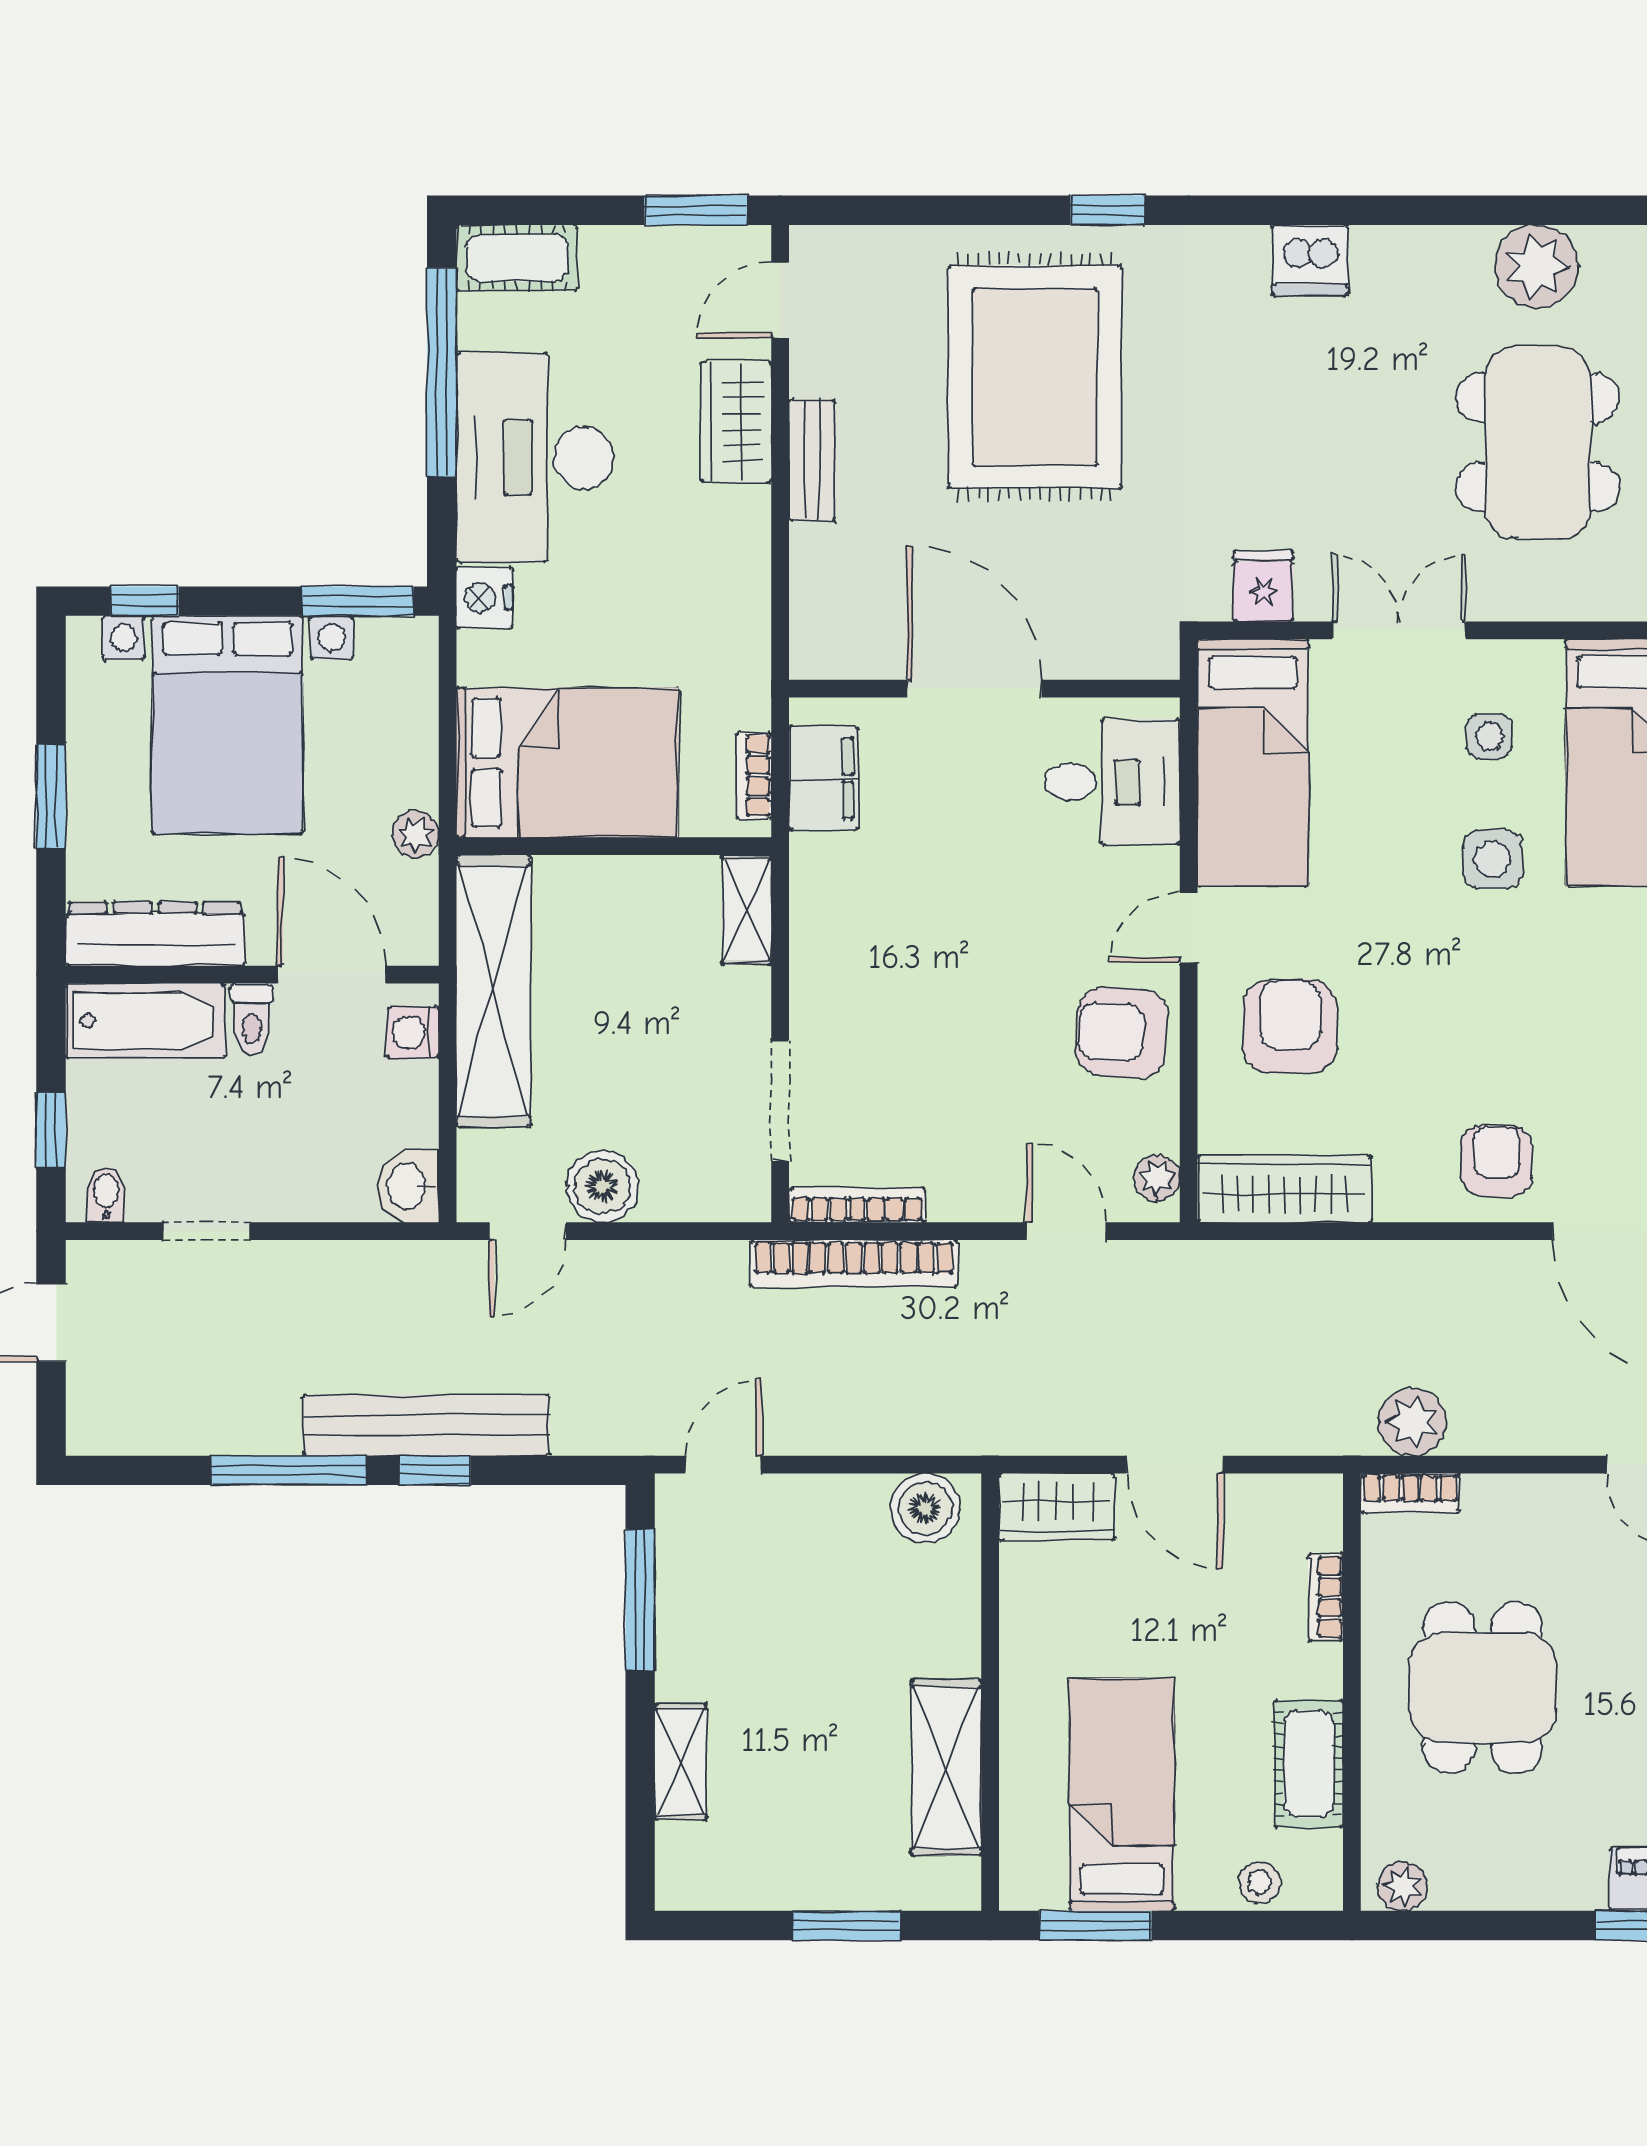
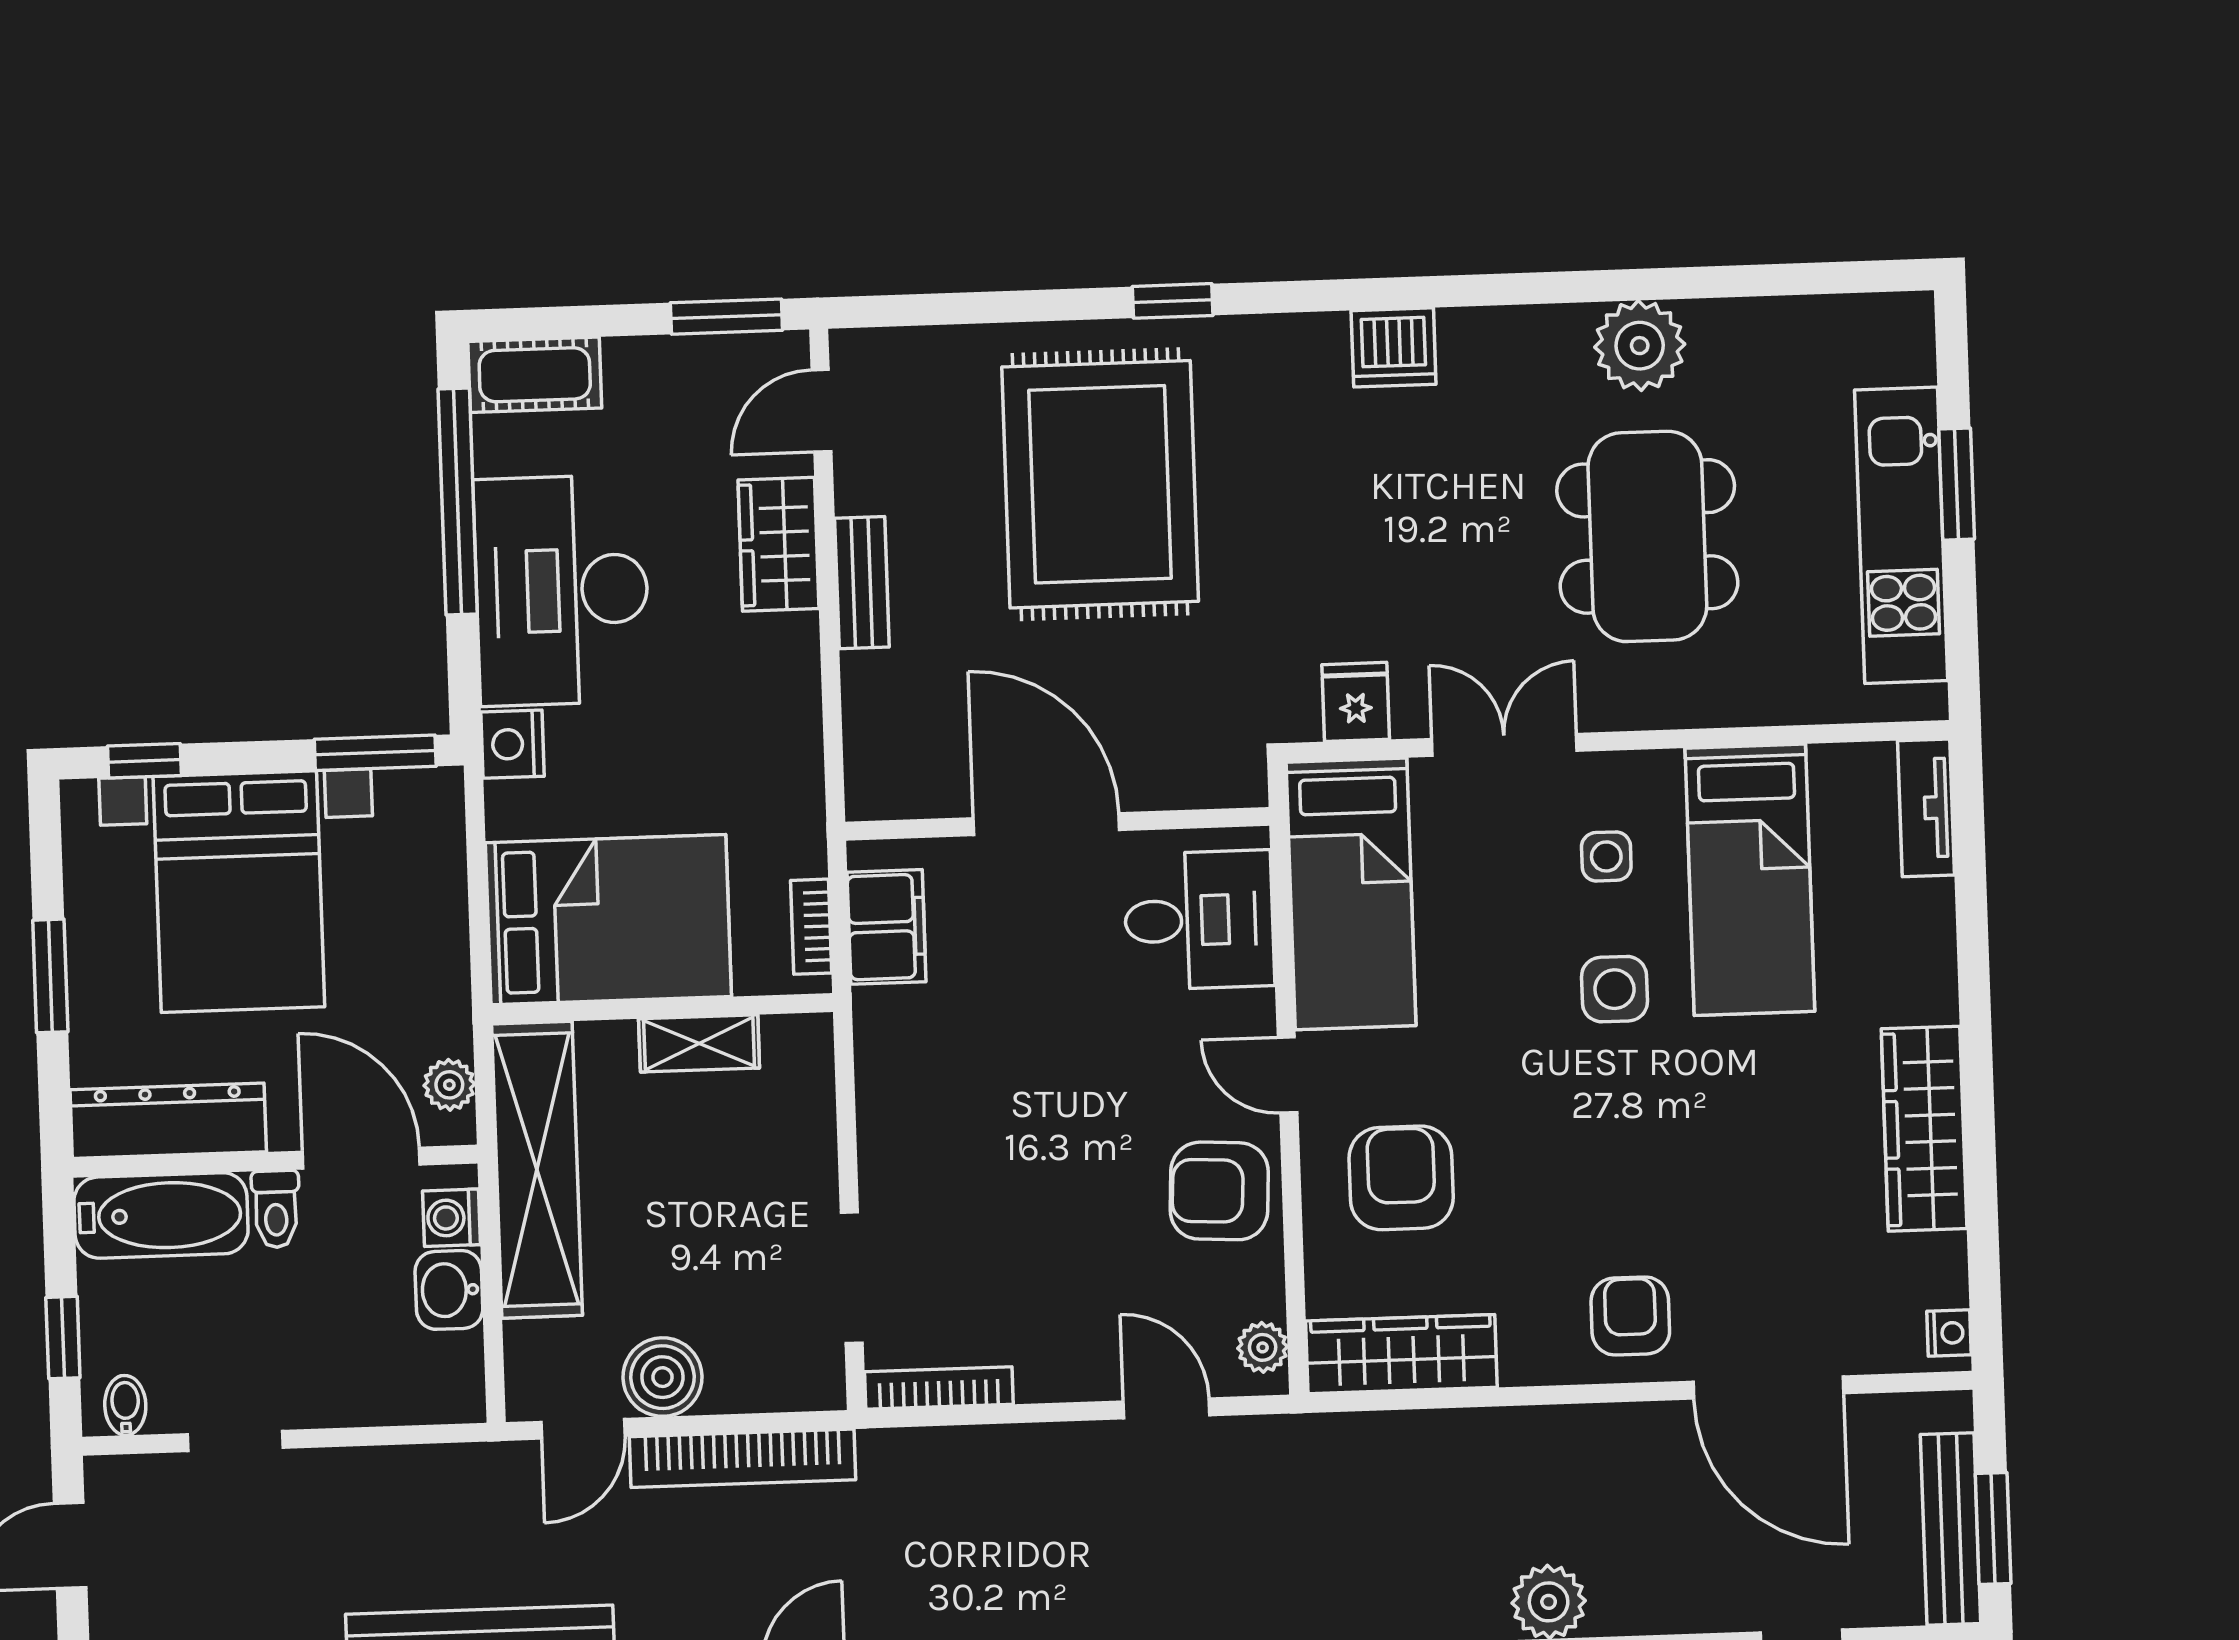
plant: (415, 834) -> (449, 1085), moved
shelving: (747, 910) -> (699, 1043), moved, turned 90
door: (1189, 928) -> (1288, 1075), hinge flipped
washbasin: (408, 1186) -> (449, 1290), moved
bookcase: (854, 1263) -> (743, 1458), moved

